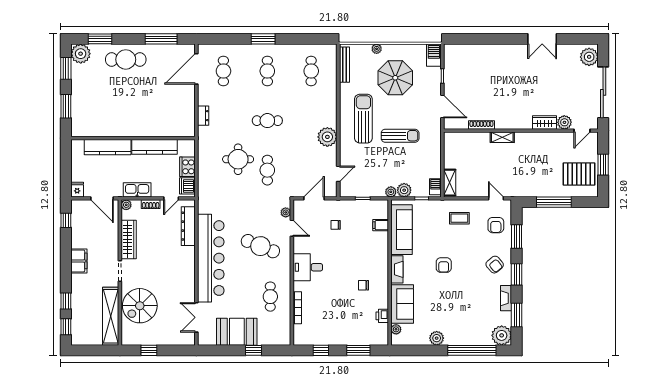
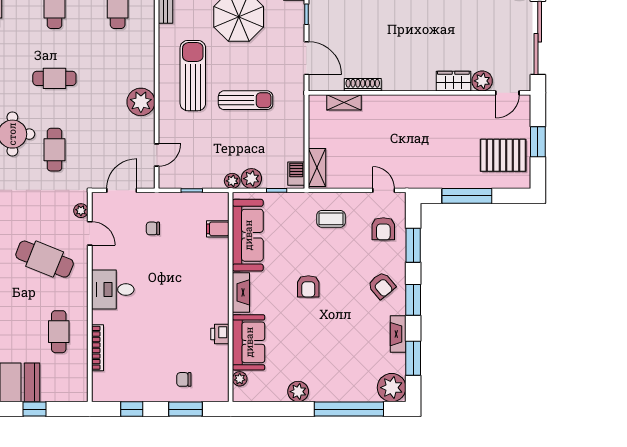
shelving: (502, 137) -> (344, 102), moved
chair: (363, 285) -> (184, 379), moved
printer: (382, 316) -> (220, 334), moved

